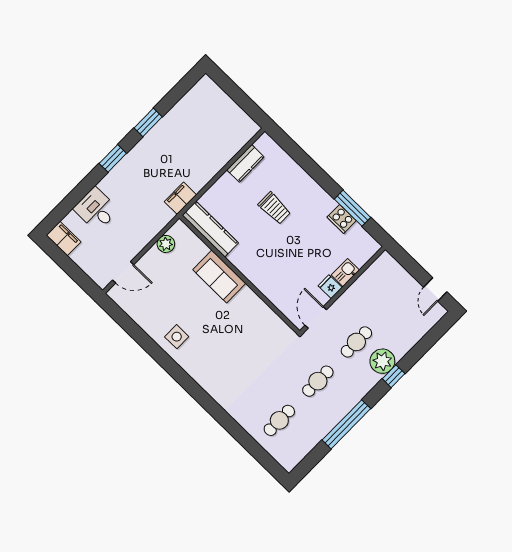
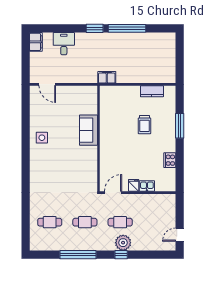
window: (148, 122) -> (127, 28), width x2.11
window: (353, 208) -> (180, 126), moved
kitchen counter: (210, 229) -> (106, 105), removed
plant: (166, 244) -> (79, 91), removed

